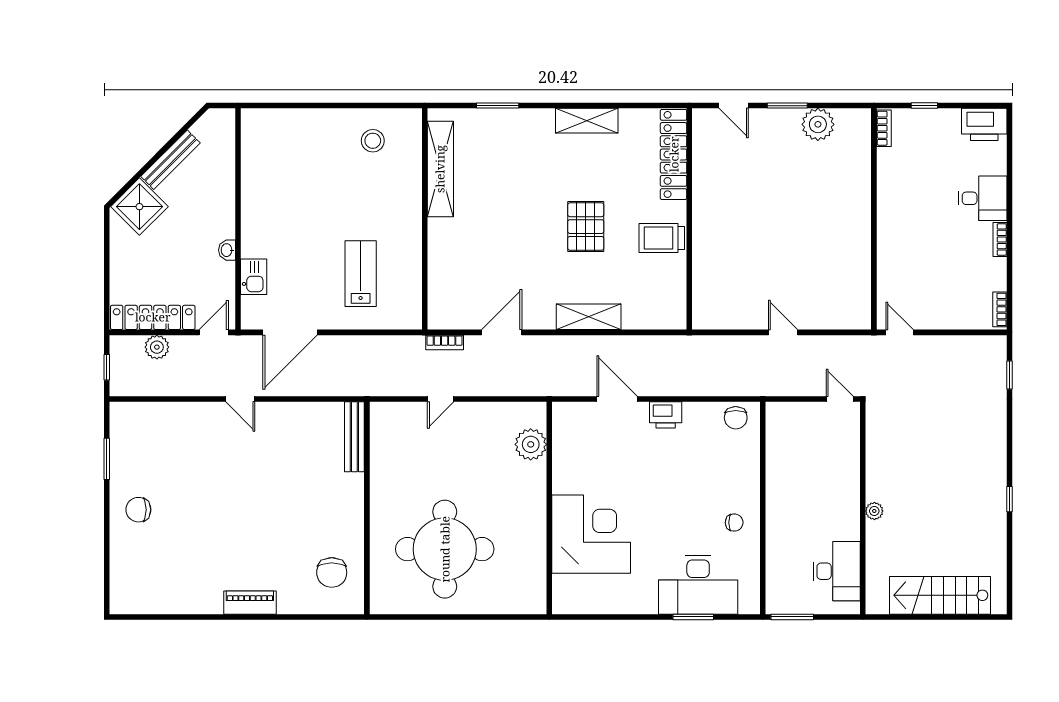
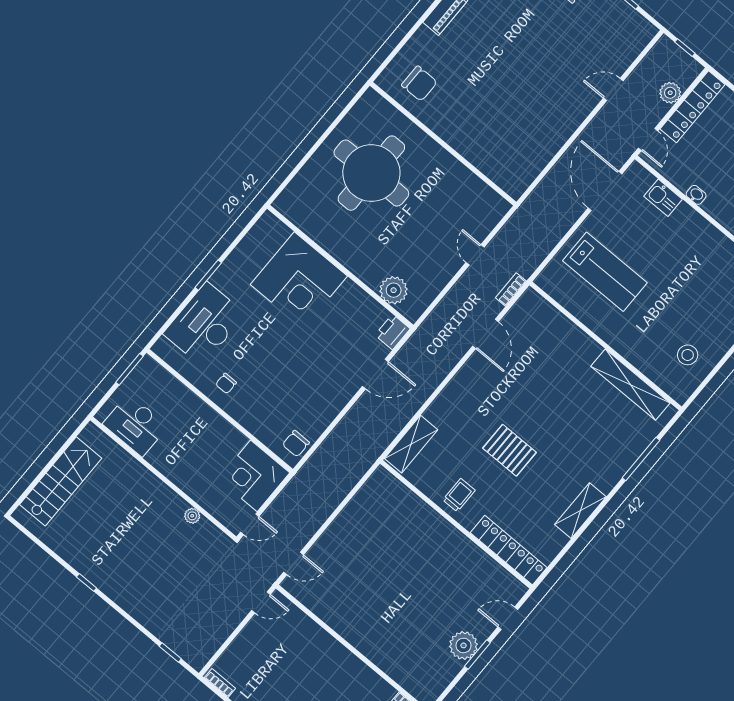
window: (498, 106) -> (641, 459), width x1.44
plant: (818, 124) -> (463, 645), moved
trolley: (662, 238) -> (459, 495), width x0.73, depth x0.72
lab bench: (361, 274) -> (605, 272), width x1.36, depth x1.39
shelving: (589, 317) -> (411, 444), moved
door: (783, 332) -> (294, 563), moved
door: (240, 399) -> (613, 90), moved
printer: (666, 415) -> (393, 332), moved
chair: (736, 418) -> (296, 444), turned -90
corner desk: (794, 431) -> (254, 476), added
bench: (354, 437) -> (498, 176), removed
plant: (874, 511) -> (192, 516), moved
chair: (332, 572) -> (419, 84), turned 180
window: (693, 617) -> (208, 275), moved

